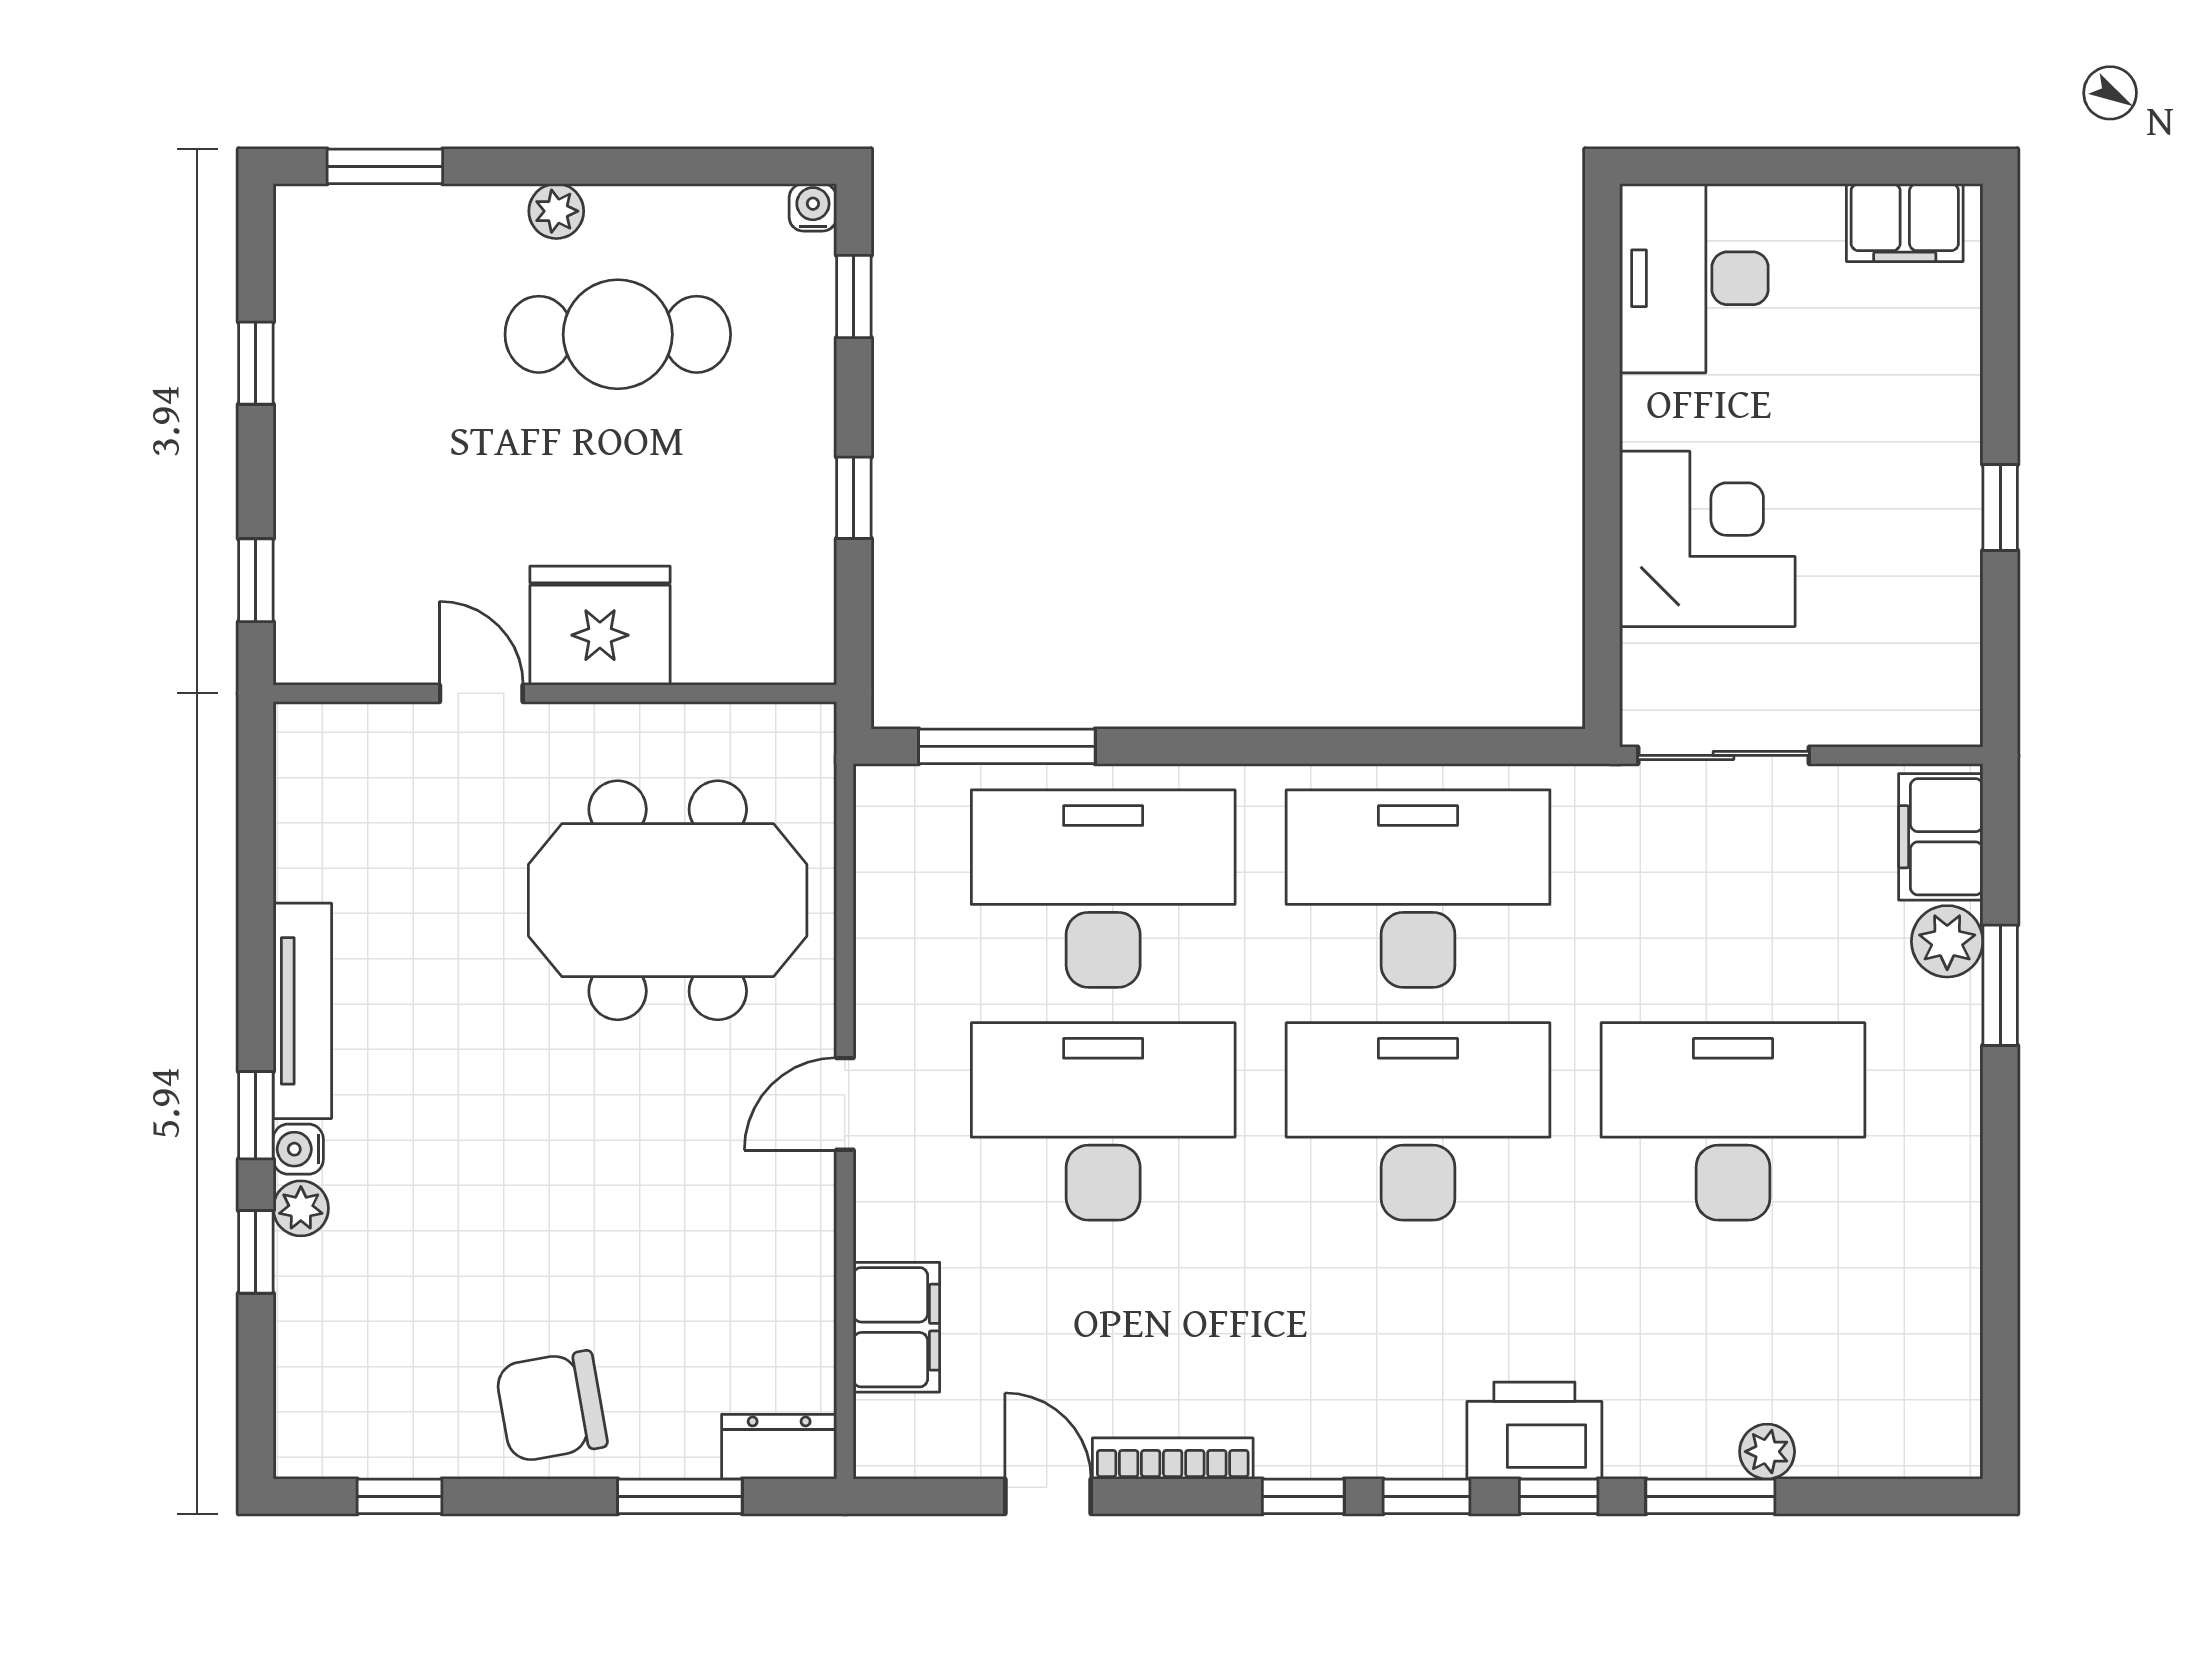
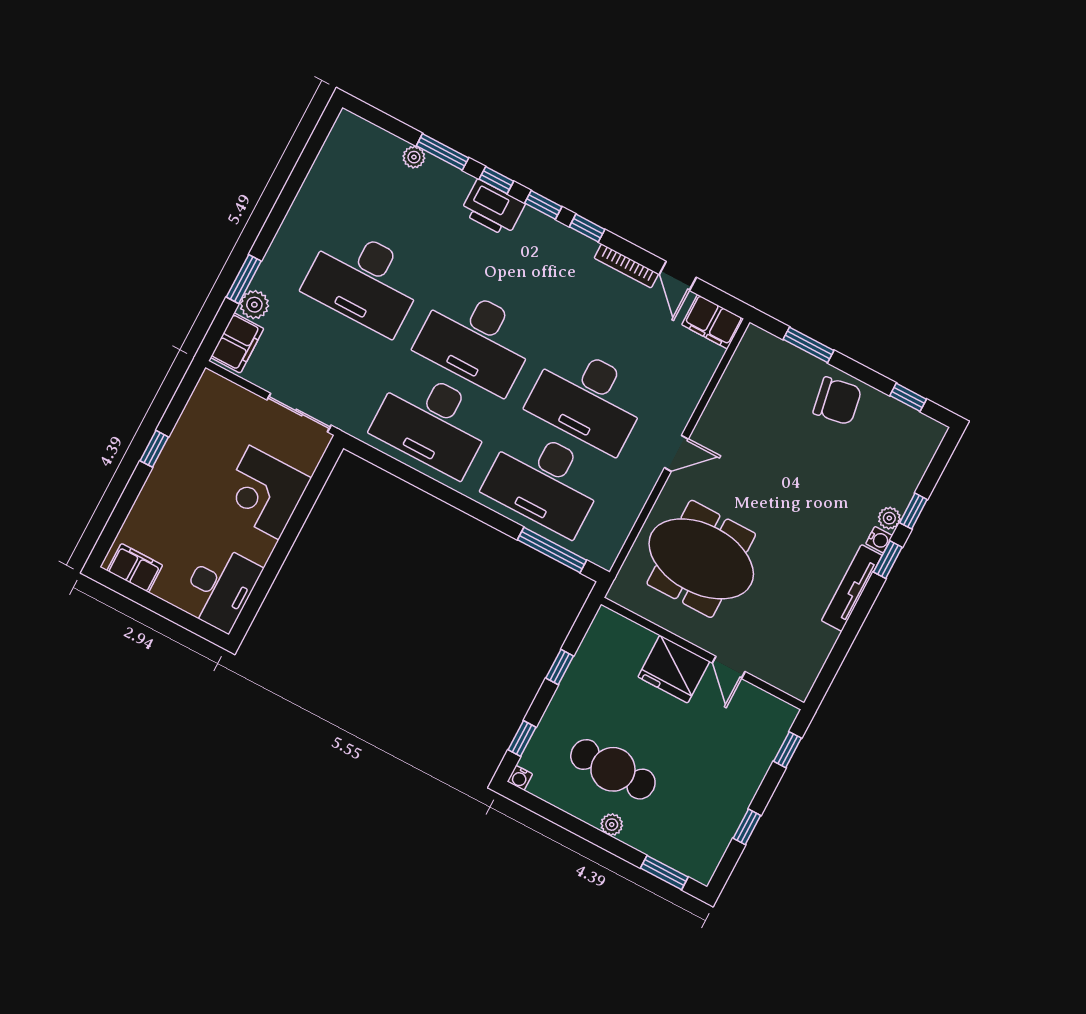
filing cabinet: (896, 1327) -> (713, 322), moved, turned -90
dresser: (779, 1447) -> (764, 344), removed

